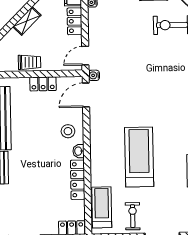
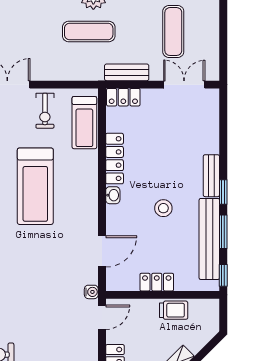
trolley: (29, 62) -> (174, 310), turned 180
door: (86, 95) -> (102, 251), moved
stool: (68, 131) -> (163, 208), moved

